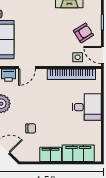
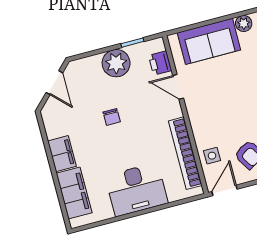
desk: (87, 107) -> (136, 189), width x1.37
chair: (31, 128) -> (112, 117), moved

